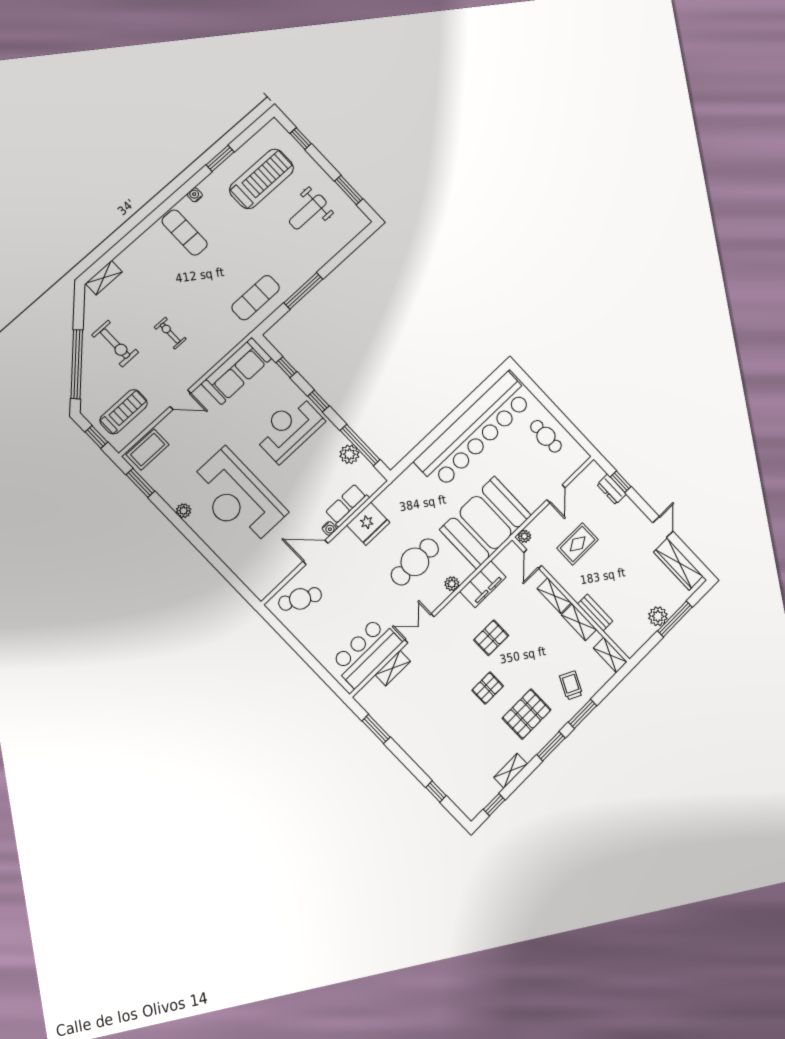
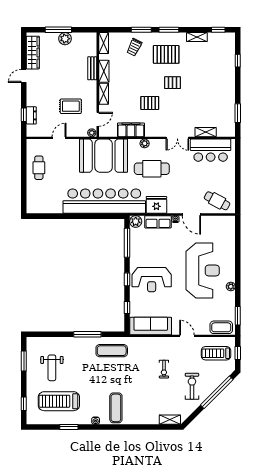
weight bench: (308, 212) -> (52, 368), turned 90
bar counter: (474, 430) -> (104, 201), moved
plant: (349, 454) -> (136, 222), moved

